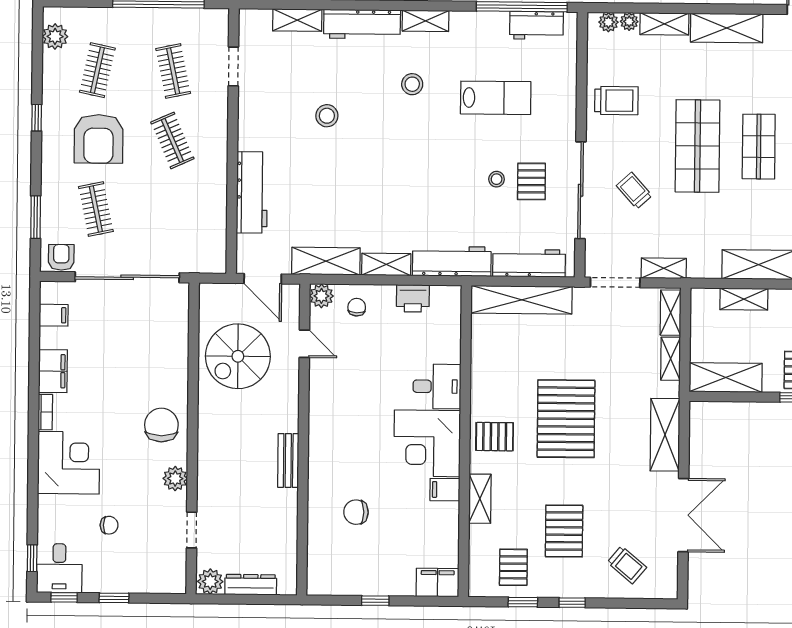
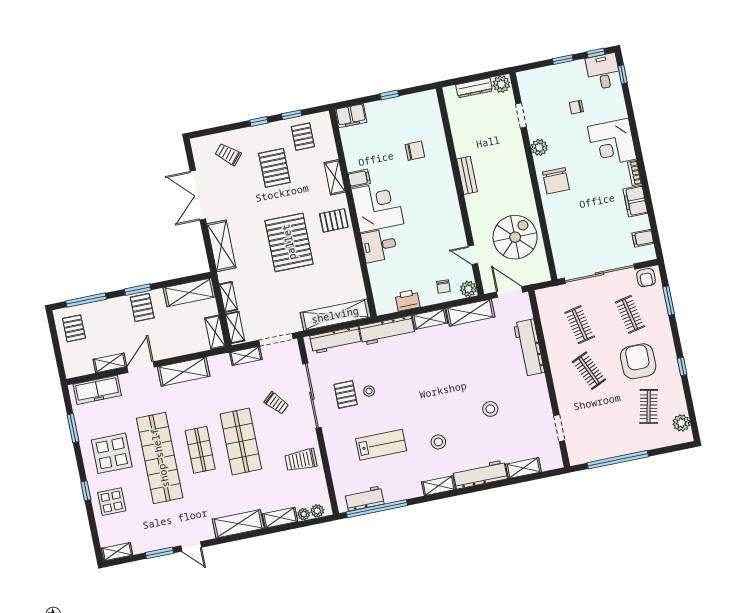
clothes rail: (173, 71) -> (580, 325), moved
lab bench: (496, 98) -> (381, 445), turned 180
shelving: (744, 299) -> (215, 332), moved, turned 90

